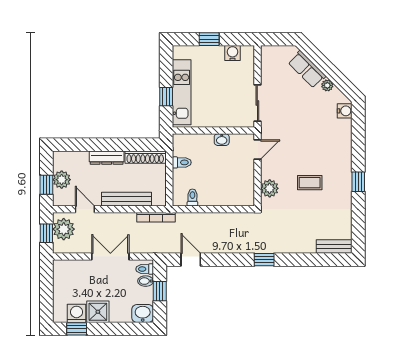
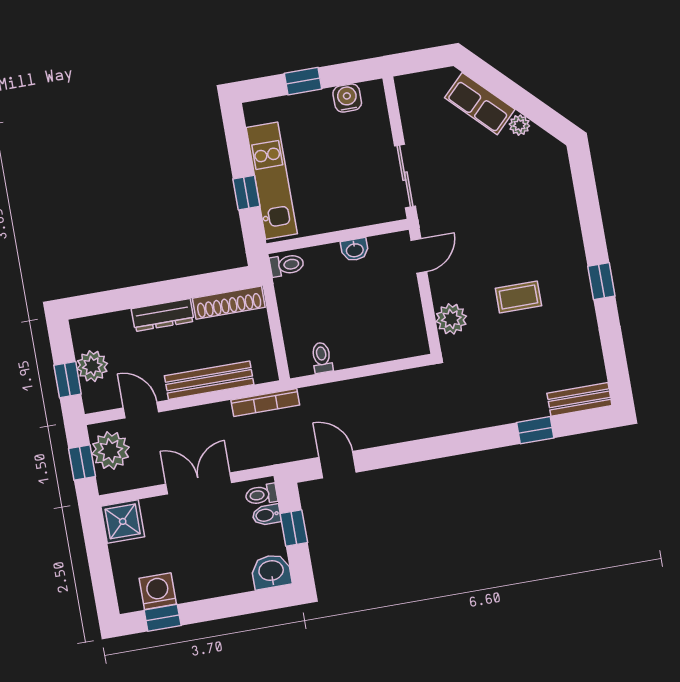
water cooler: (345, 111) -> (557, 164), removed
toilet: (182, 162) -> (287, 265), moved
window: (264, 260) -> (535, 430), moved
shower: (98, 312) -> (123, 521), moved

